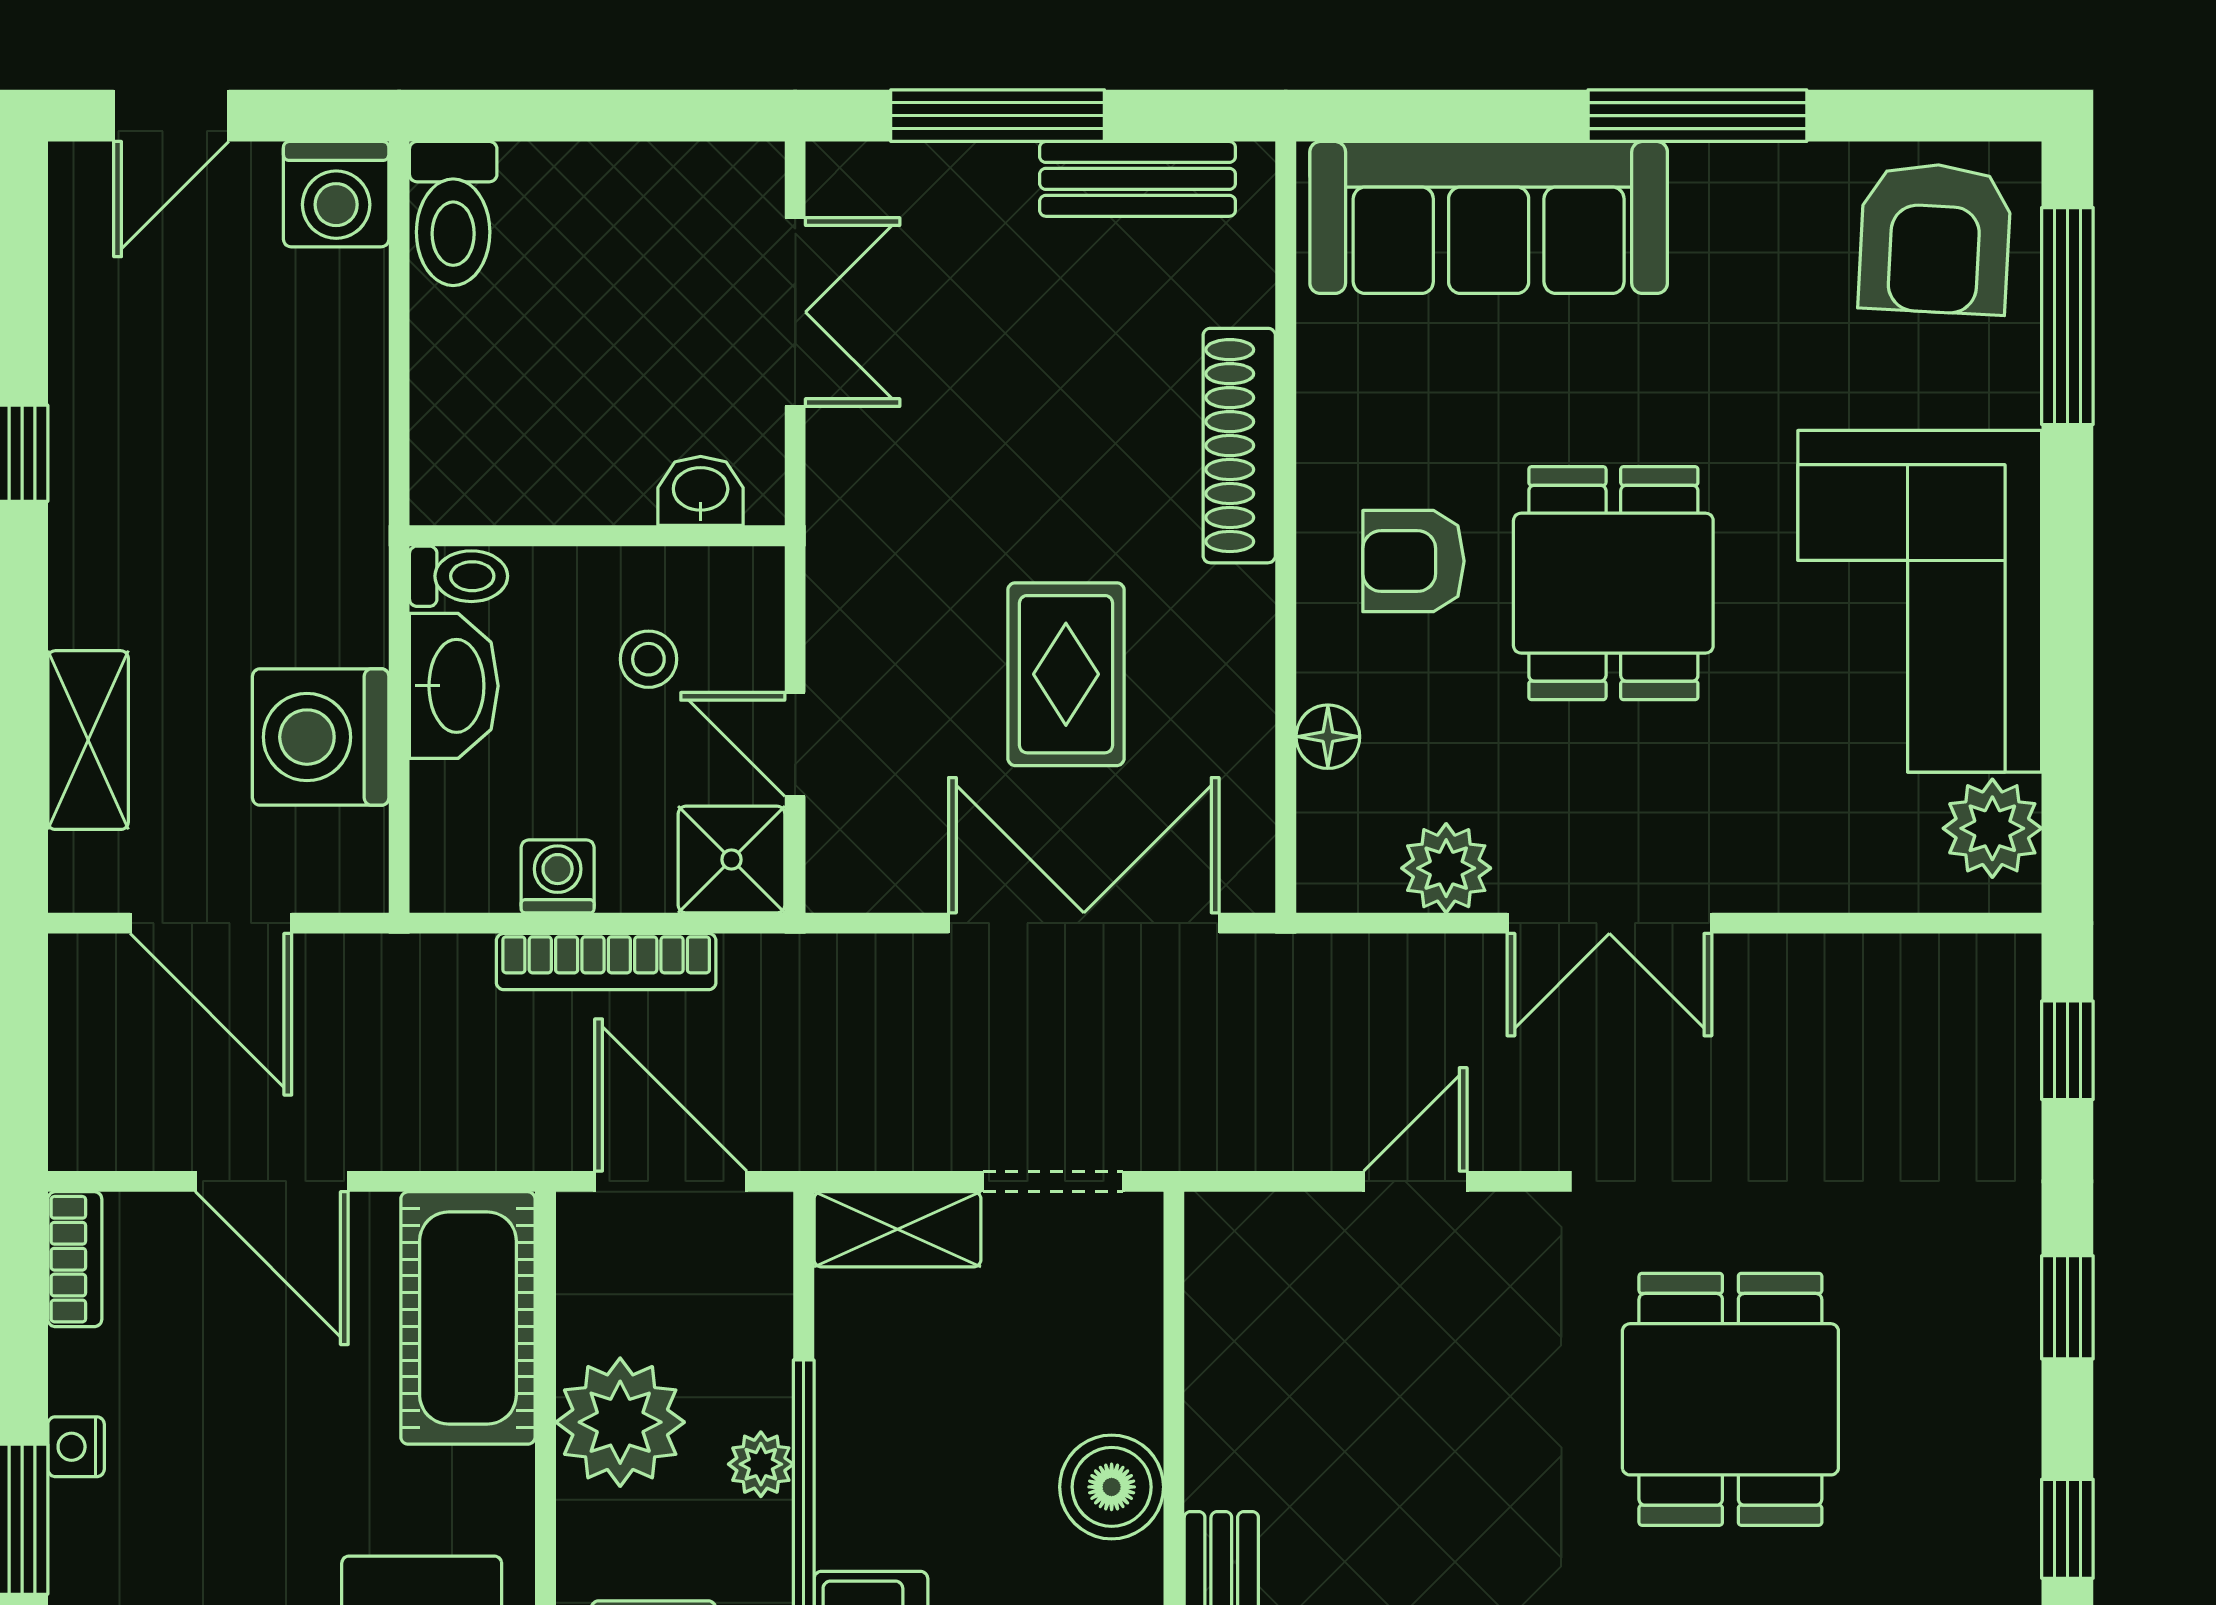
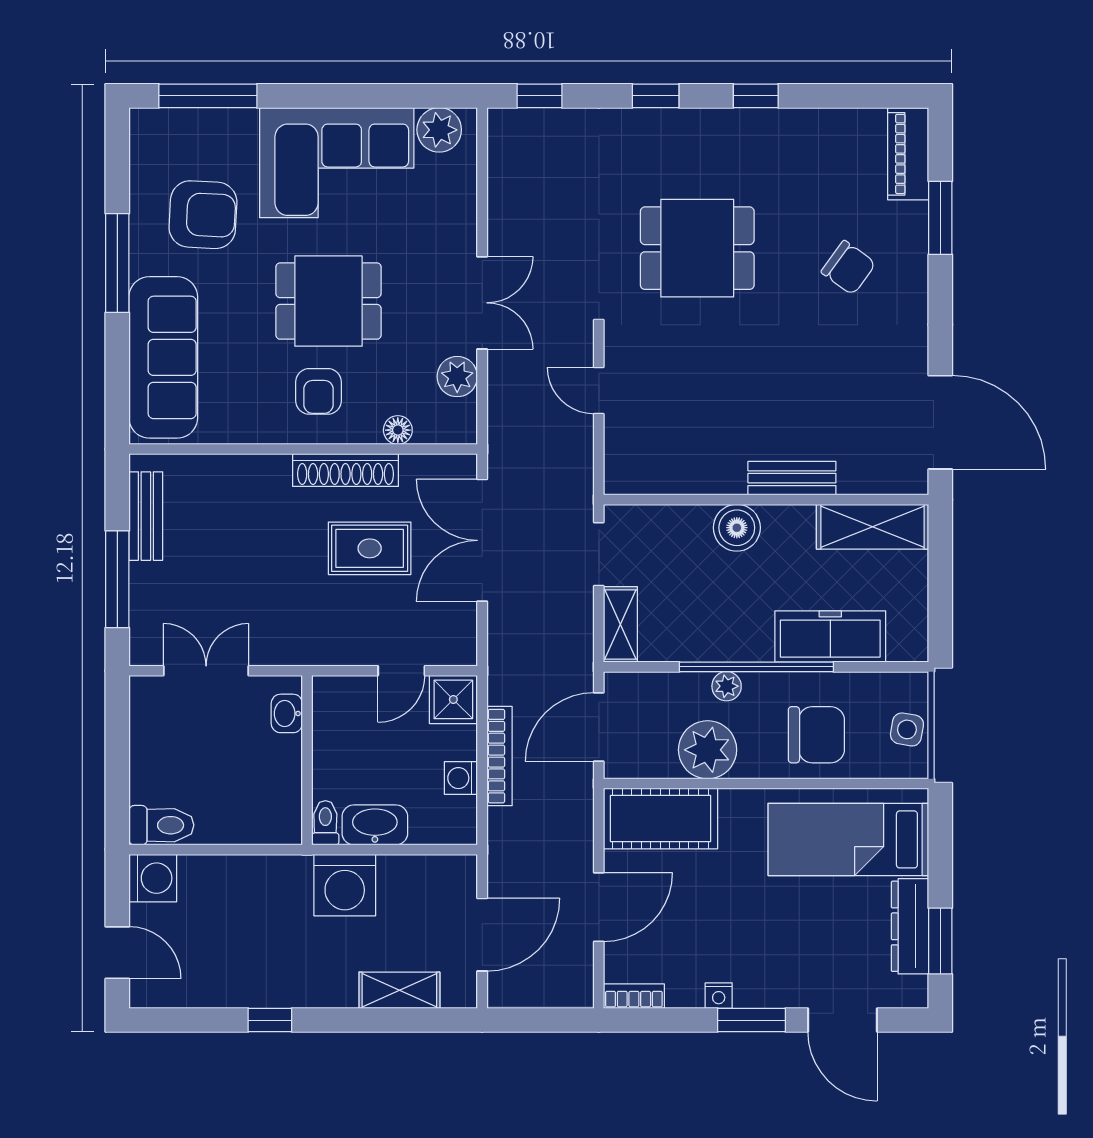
armchair: (1935, 238) -> (203, 215), moved
shoe rack: (1239, 446) -> (346, 470), moved
stool: (648, 659) -> (363, 737), removed
washing machine: (321, 737) -> (345, 885), moved

